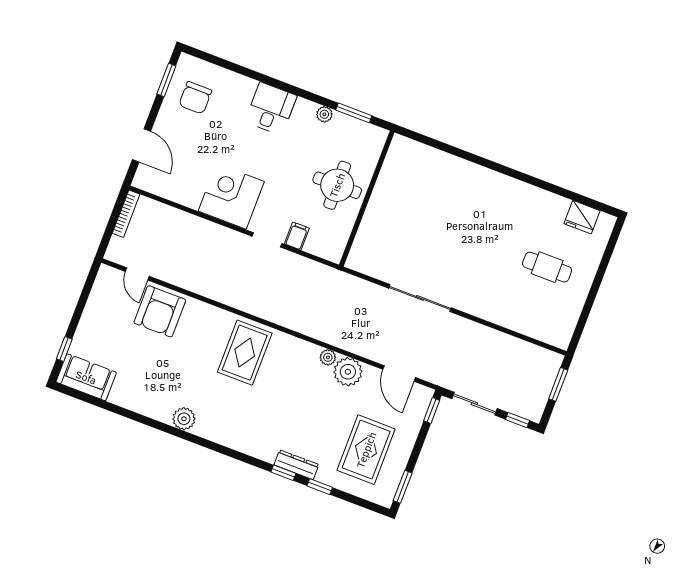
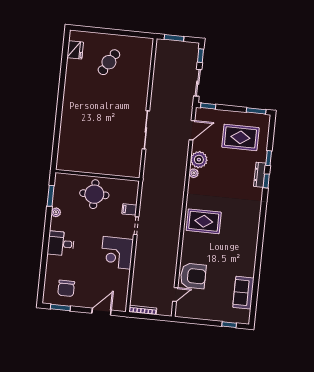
chair: (195, 98) -> (66, 288), turned 90
cafe table: (547, 267) -> (109, 62), turned 31
sofa: (86, 377) -> (243, 293), moved
plant: (184, 419) -> (251, 246), removed

